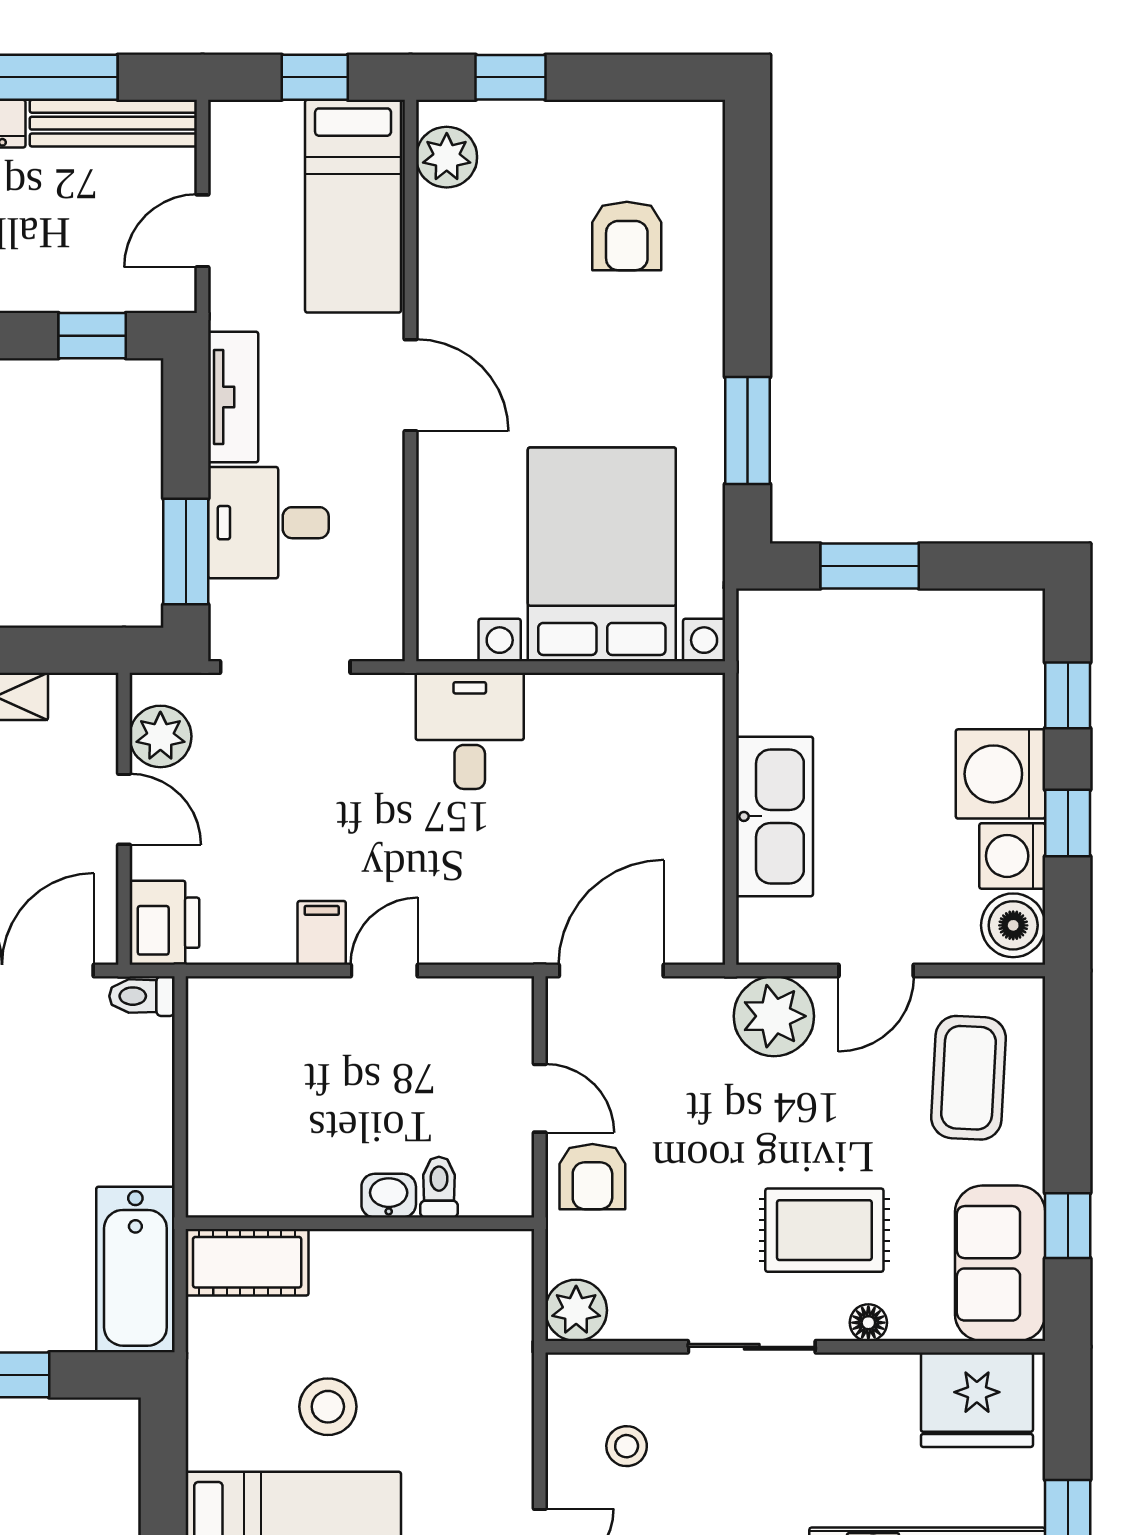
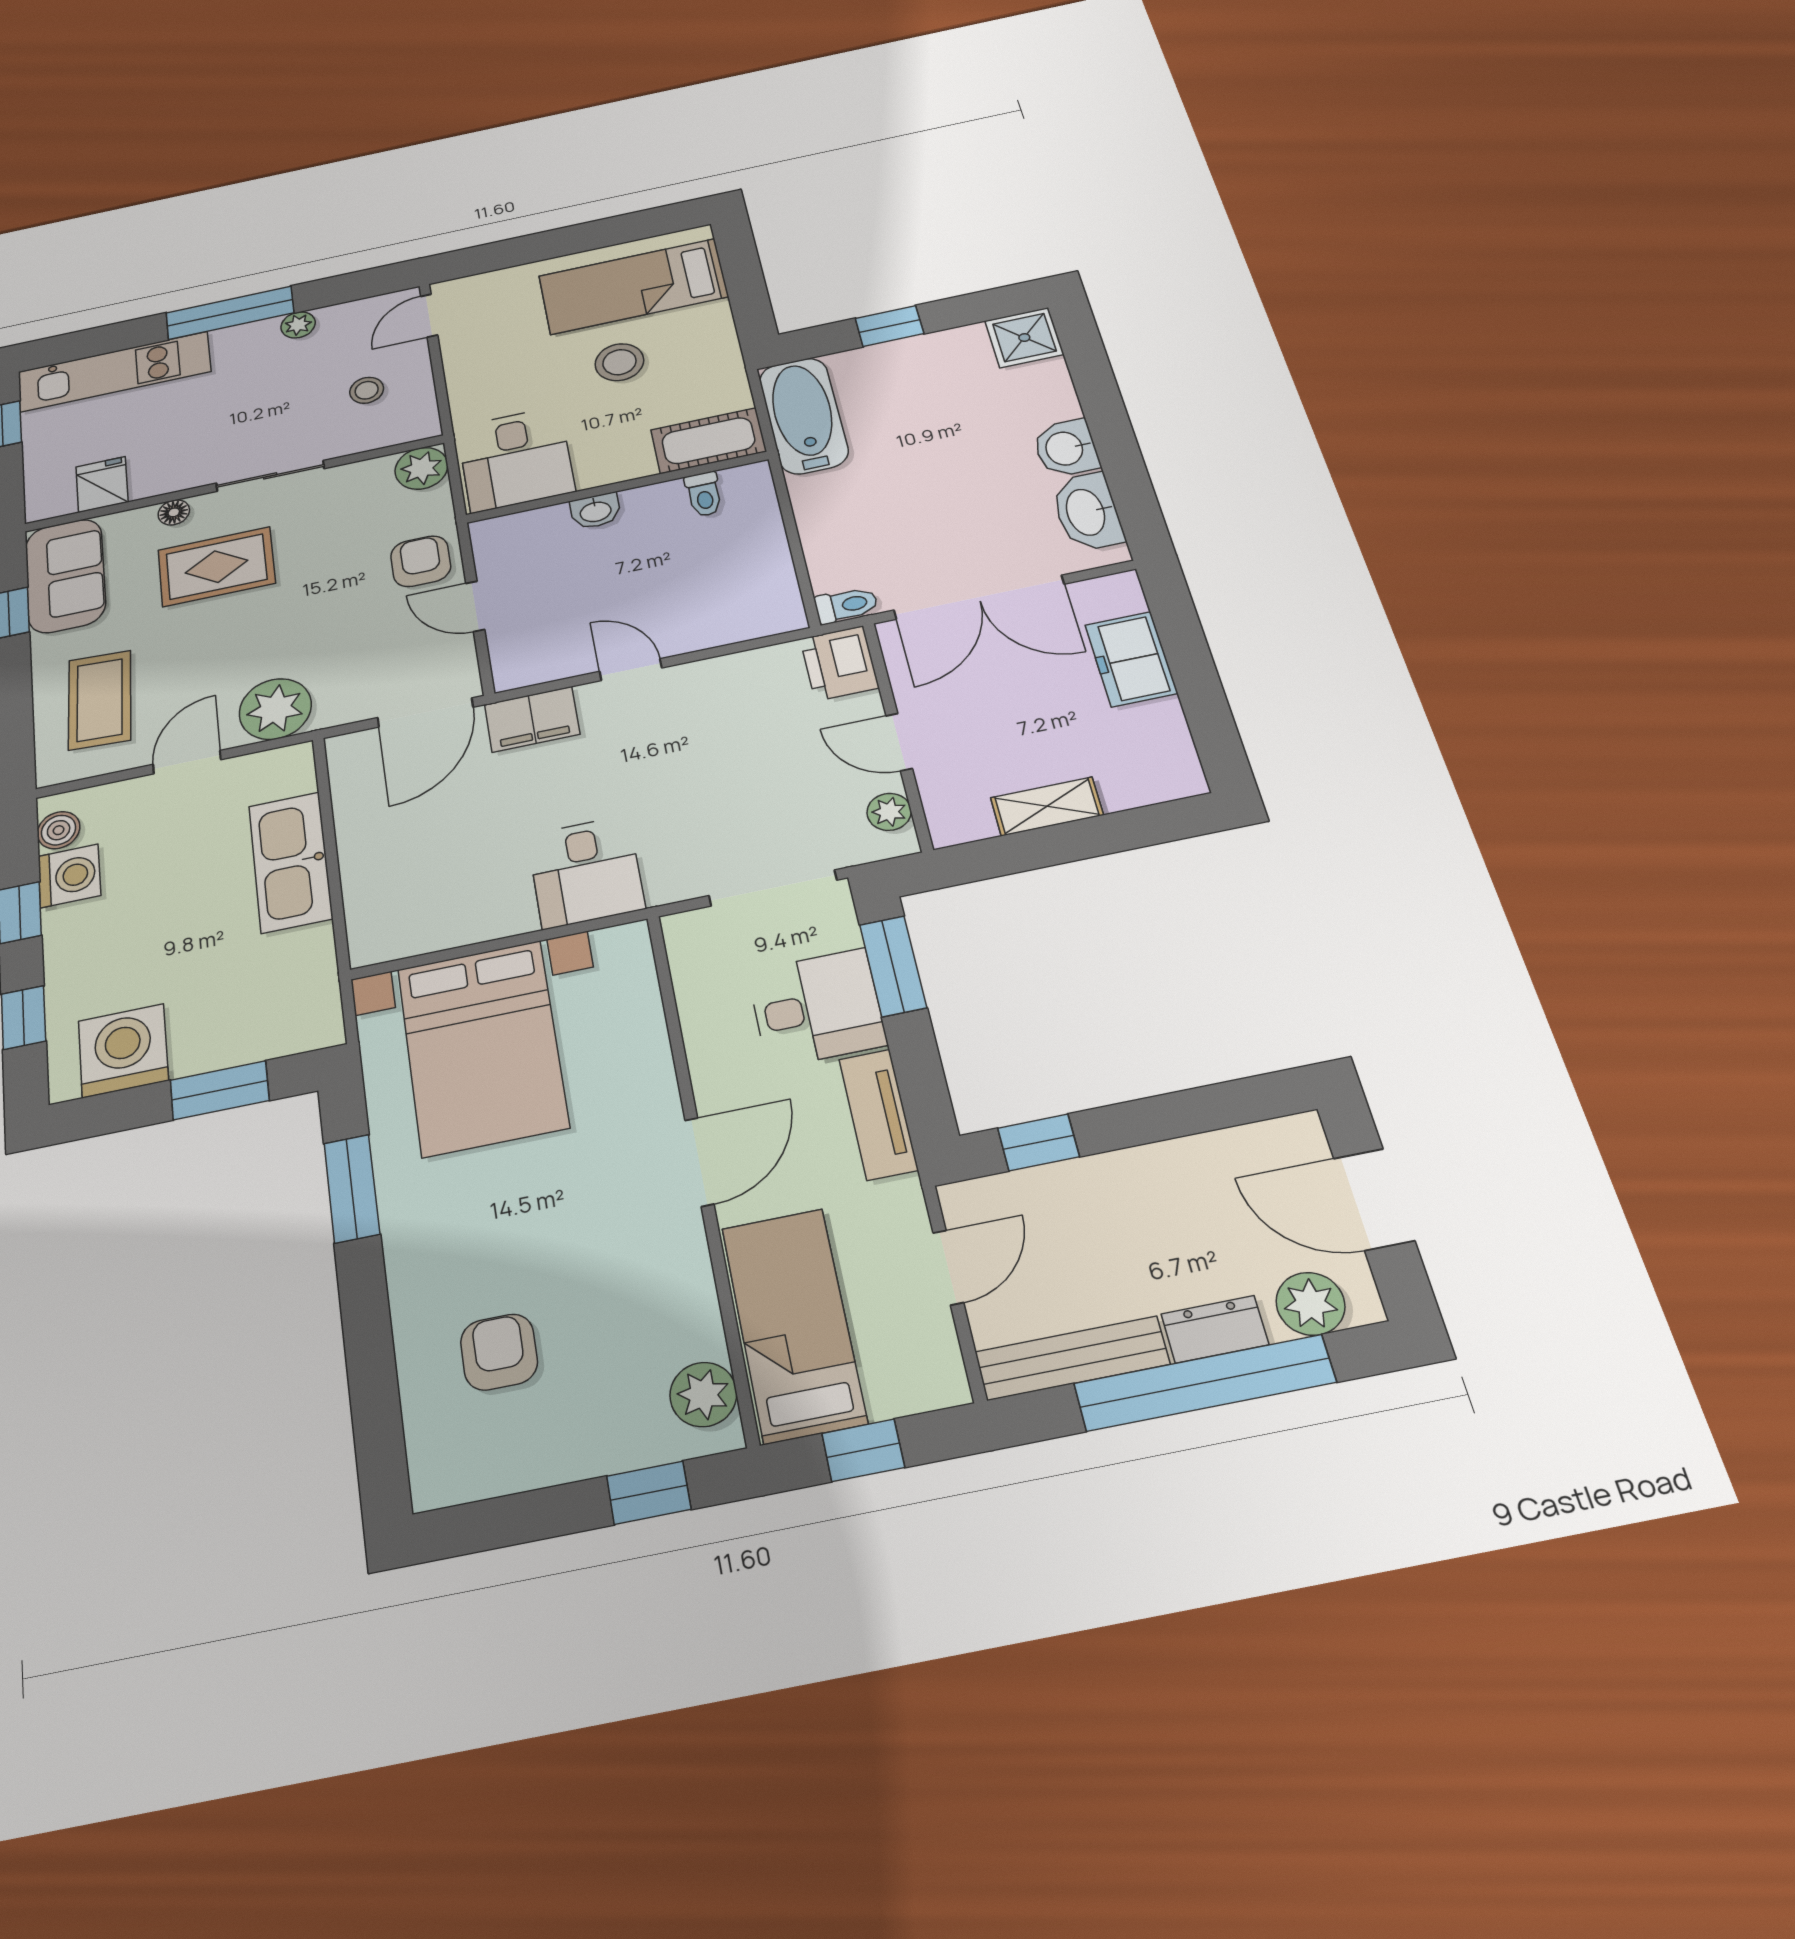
door: (410, 385) -> (699, 1162), swing flipped
plant: (160, 736) -> (889, 812), width x0.73, depth x0.73
washing machine: (1000, 774) -> (123, 1051), moved, turned -90
boiler: (1013, 925) -> (59, 830), width x0.73, depth x0.73
filing cabinet: (322, 933) -> (532, 719), moved, width x2.00
door: (384, 970) -> (631, 670), swing flipped
toilet: (439, 1187) -> (704, 494), moved
desk: (467, 1295) -> (516, 459), added
fridge: (977, 1400) -> (102, 484), width x0.53, depth x0.75

